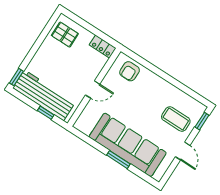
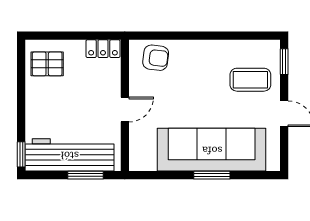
armchair: (130, 71) -> (156, 58), turned -83
window: (46, 113) -> (86, 175), width x1.50

